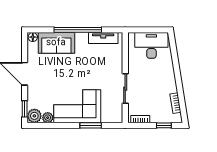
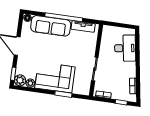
sofa: (56, 43) -> (51, 26), width x1.36
desk: (151, 45) -> (125, 48), moved, turned 81

